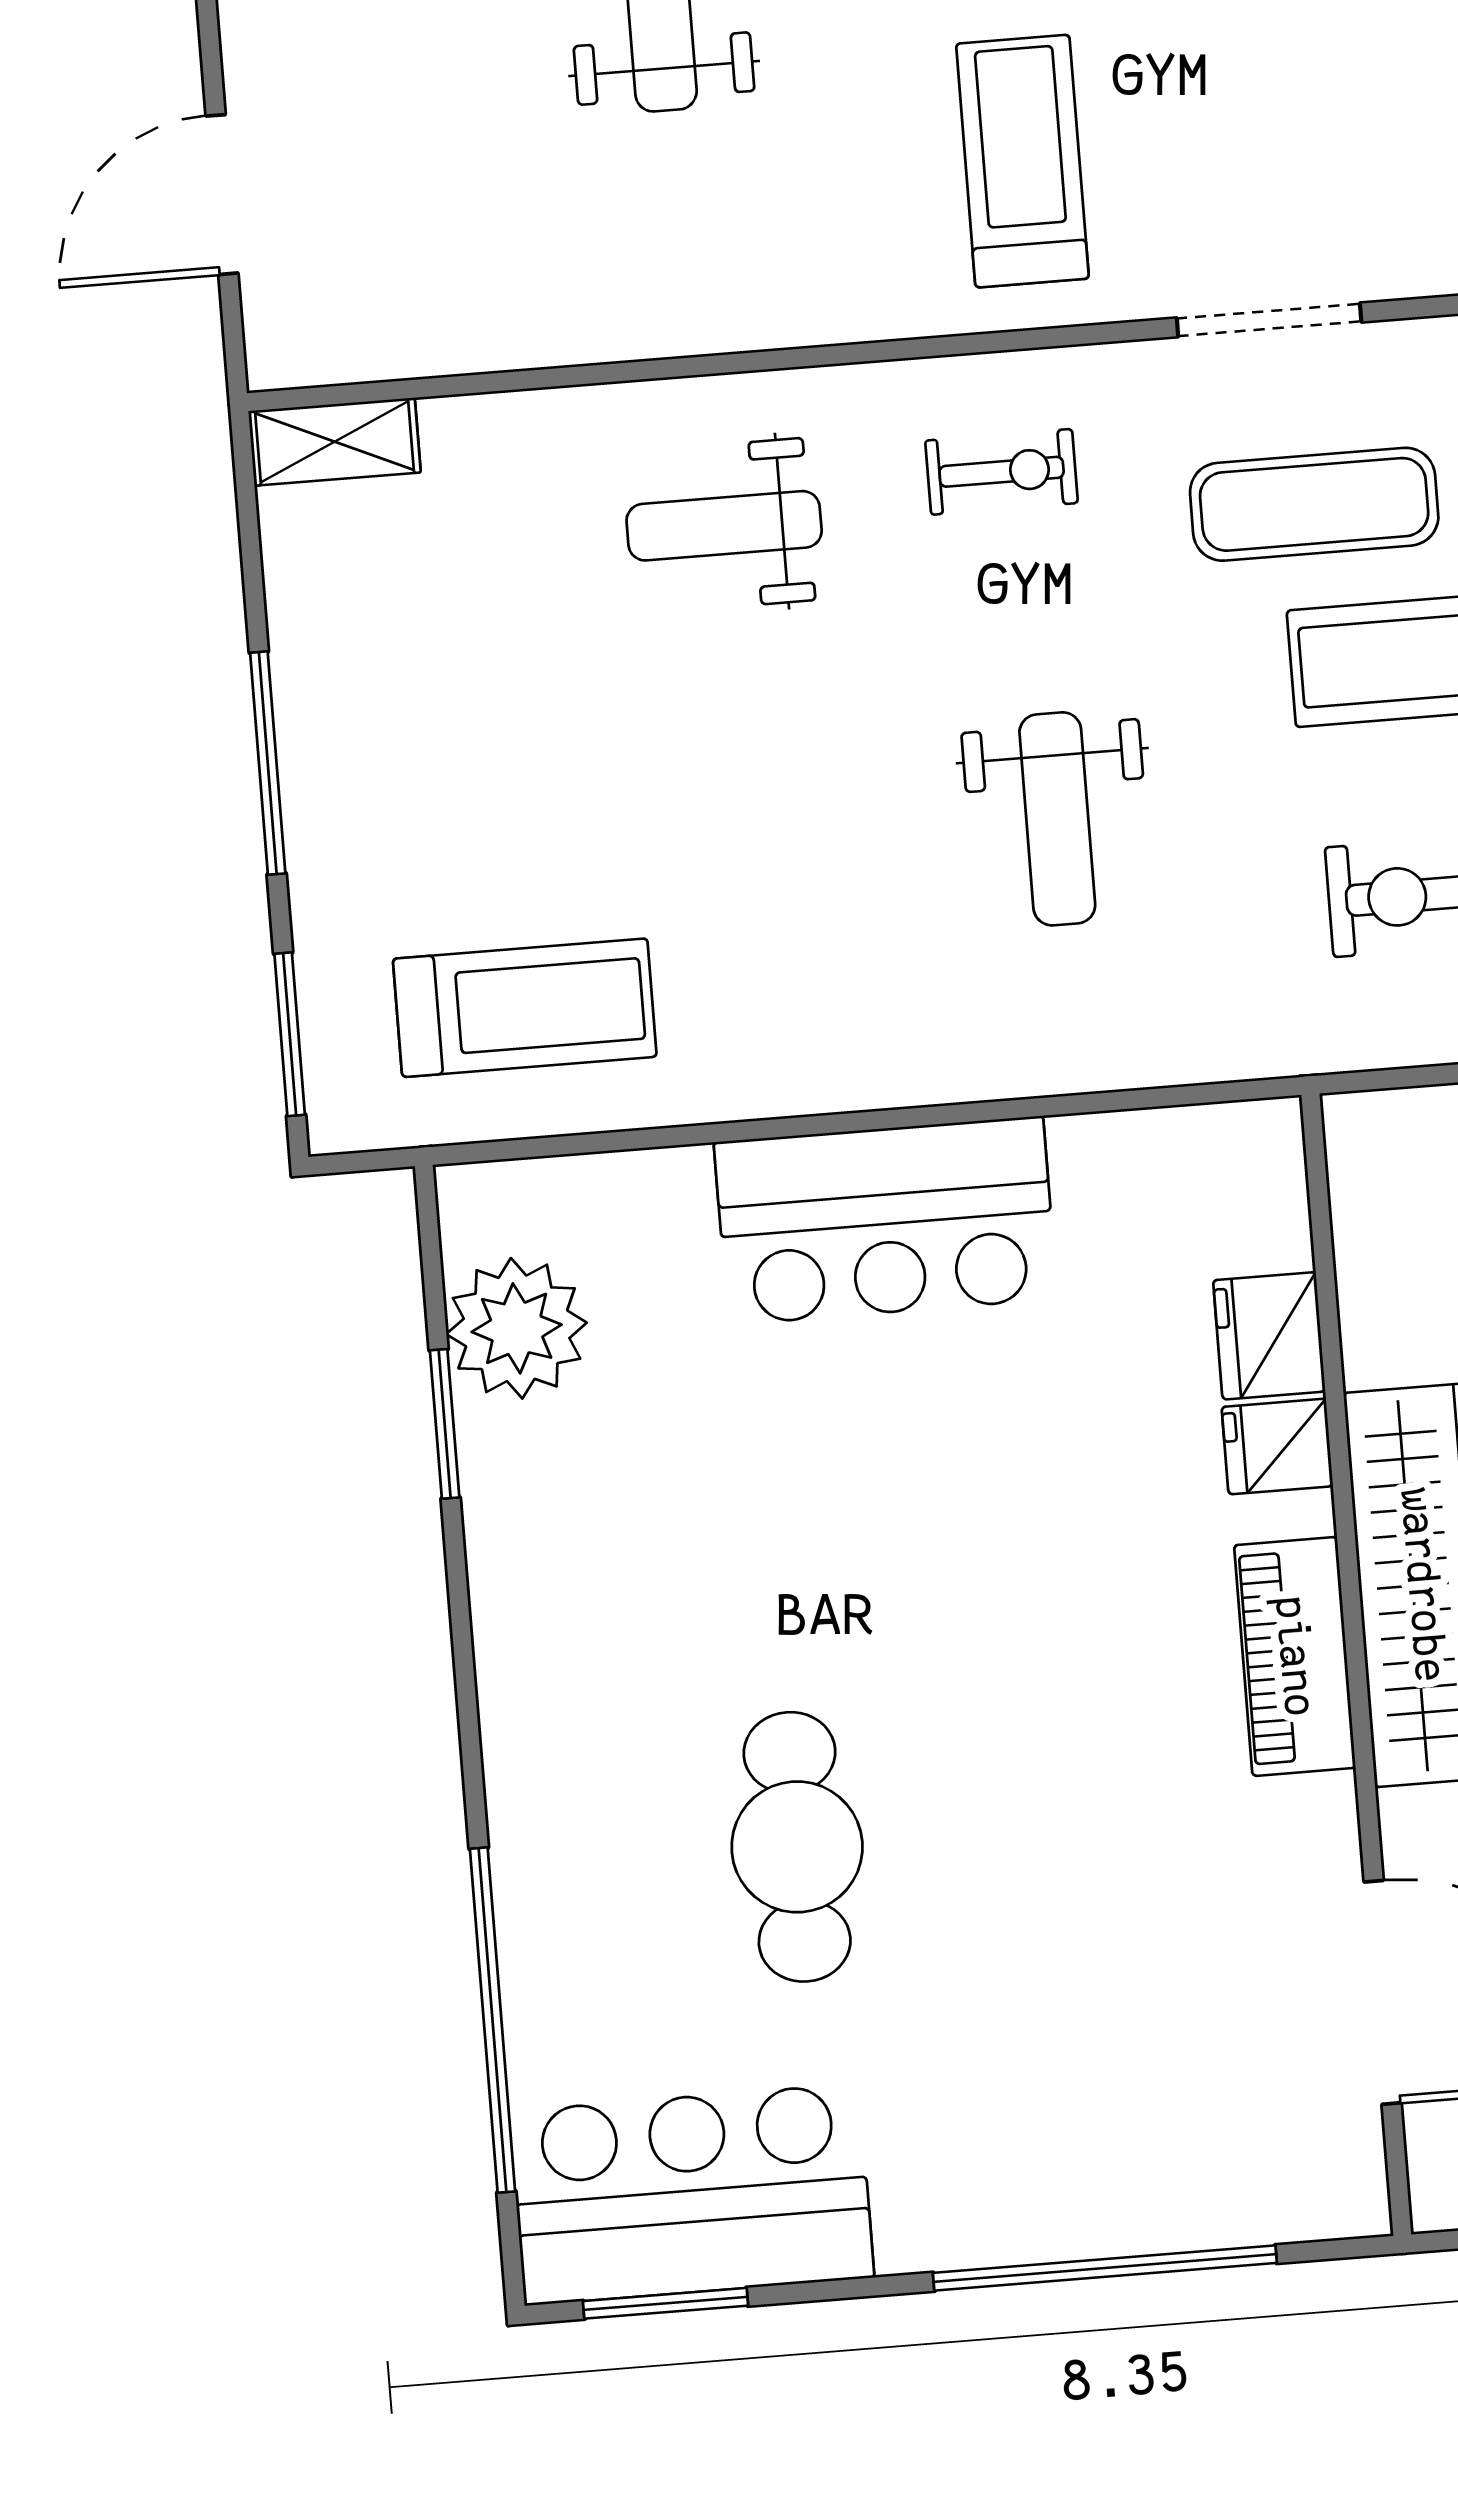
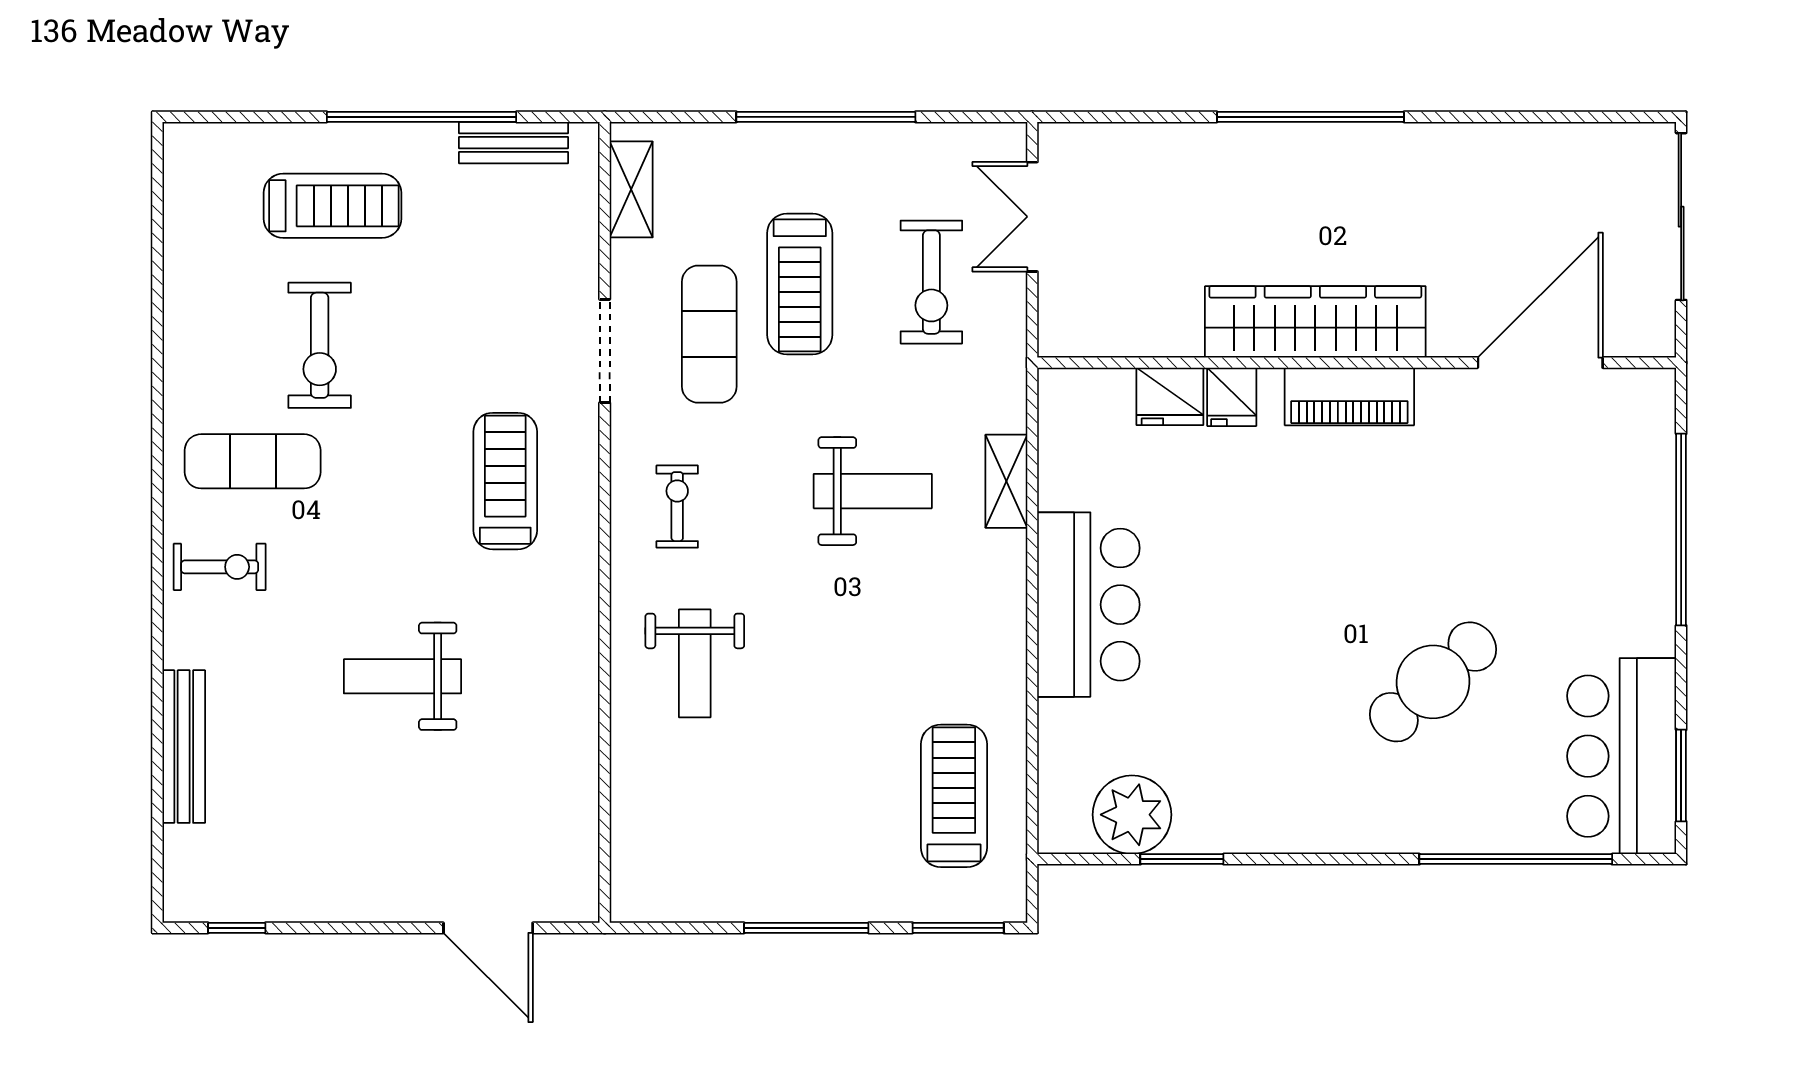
treadmill: (1022, 161) -> (505, 481), turned 90
shelving: (334, 442) -> (1006, 481), moved
cafe table: (797, 1847) -> (1433, 682), turned -42

